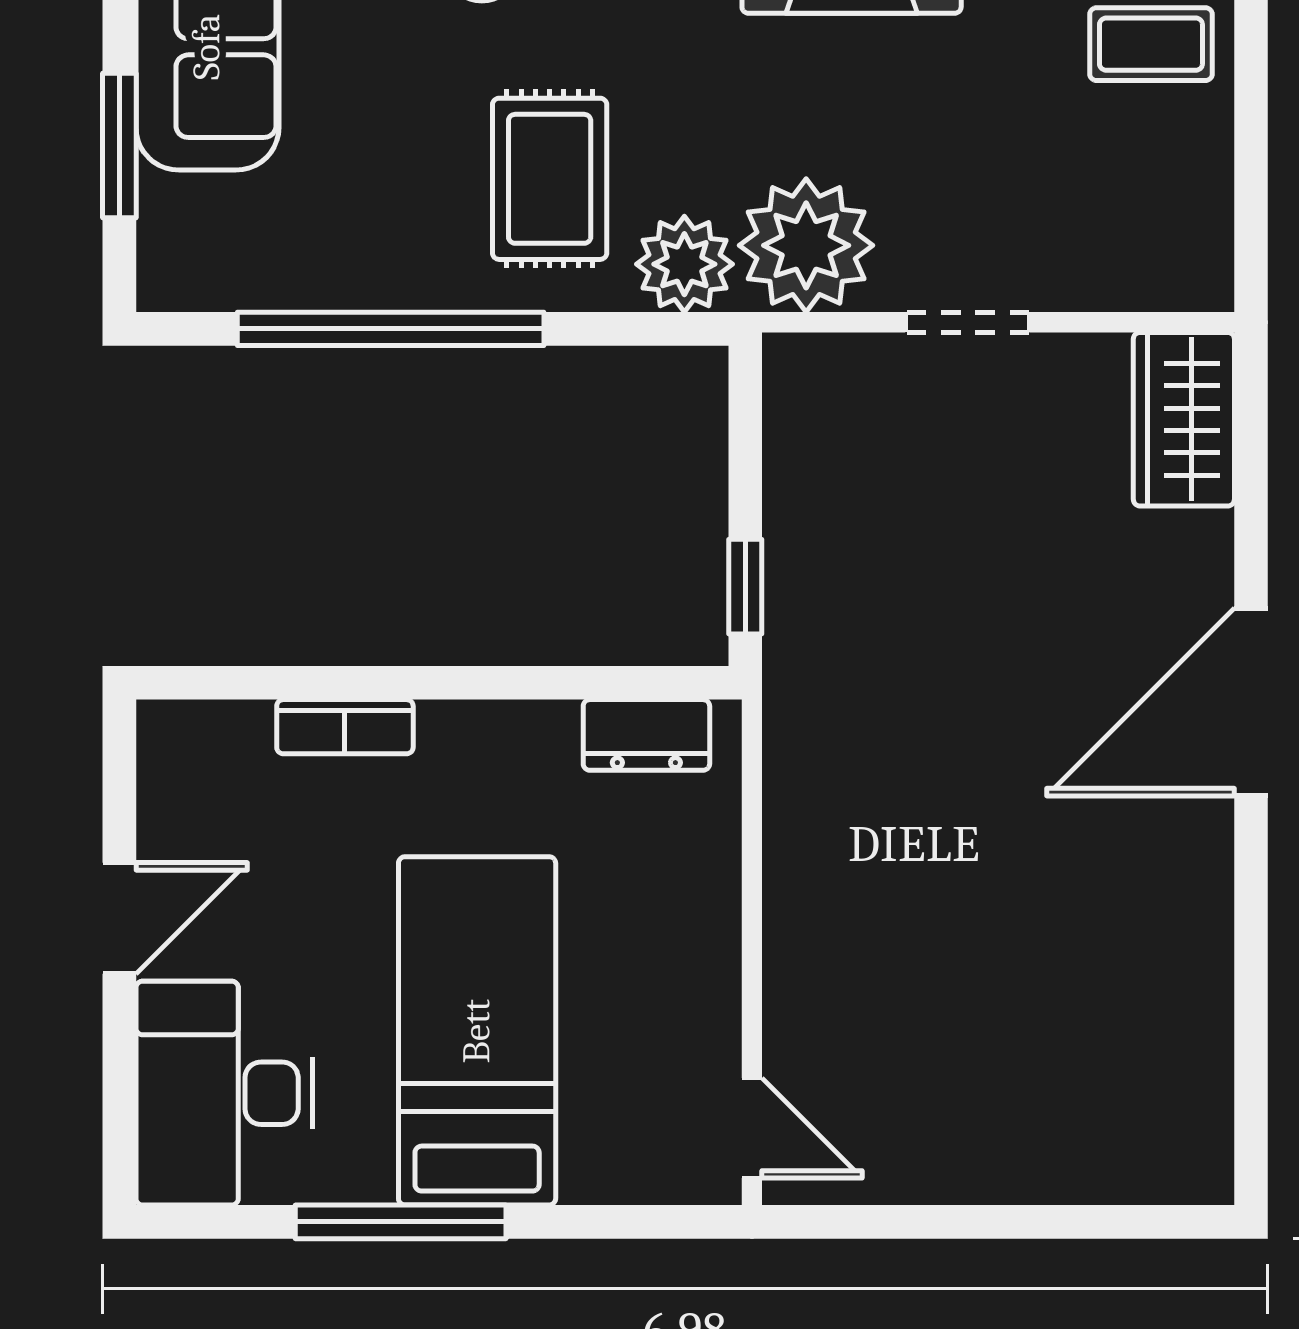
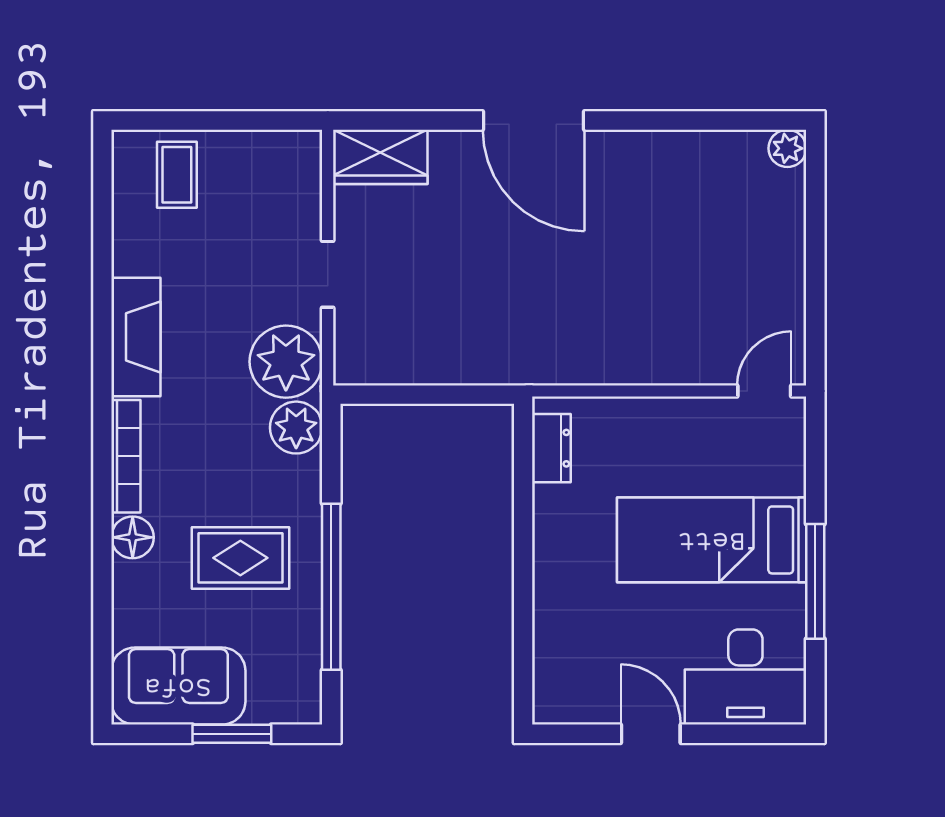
rug: (550, 179) -> (240, 558), moved
window: (745, 587) -> (471, 395), removed
bookcase: (345, 727) -> (547, 612), removed
plant: (1200, 1171) -> (787, 148), added

